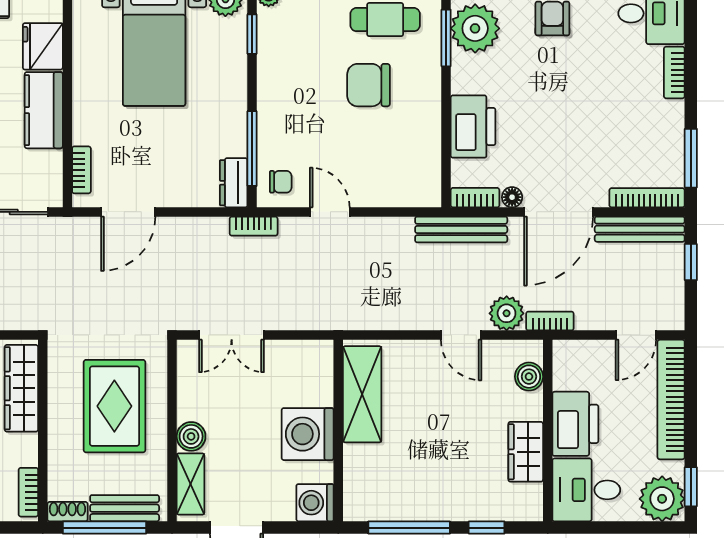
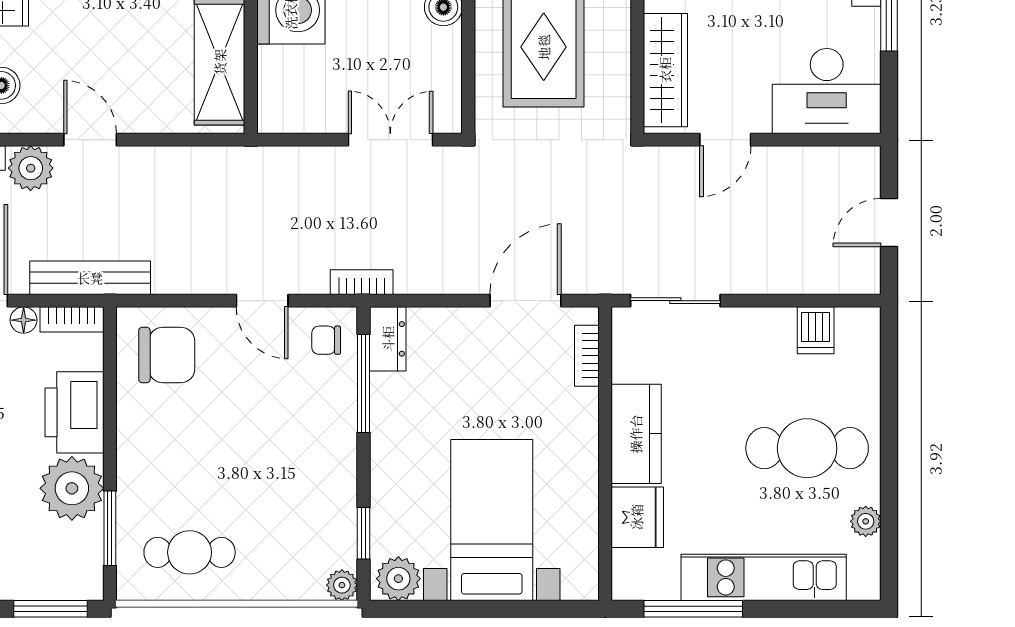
plant: (475, 28) -> (72, 488), moved
chair: (369, 85) -> (167, 355), moved

